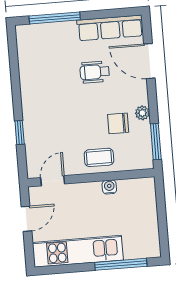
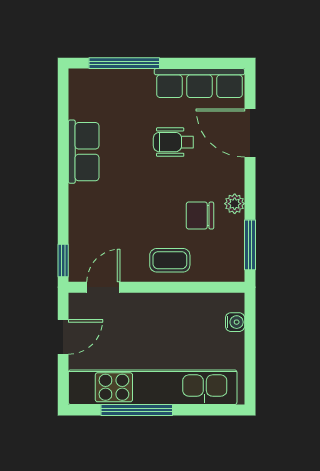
row of seats: (31, 84) -> (84, 152), added
window: (20, 132) -> (63, 260), moved
water cooler: (109, 187) -> (235, 322), moved, turned 90
kitchen unit: (78, 251) -> (153, 387), width x1.36
window: (121, 264) -> (137, 410), moved

